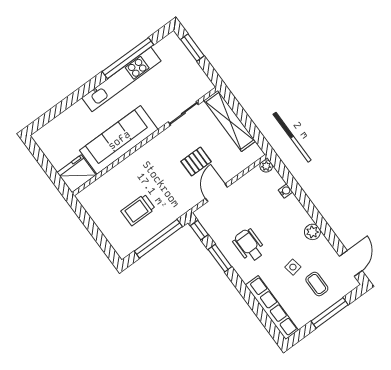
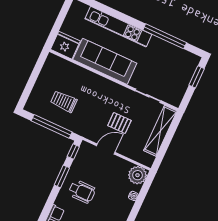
kitchen unit: (121, 79) -> (118, 27), moved
plant: (266, 166) -> (137, 175), width x1.88, depth x1.88
wheelchair: (249, 245) -> (82, 192), turned 90

